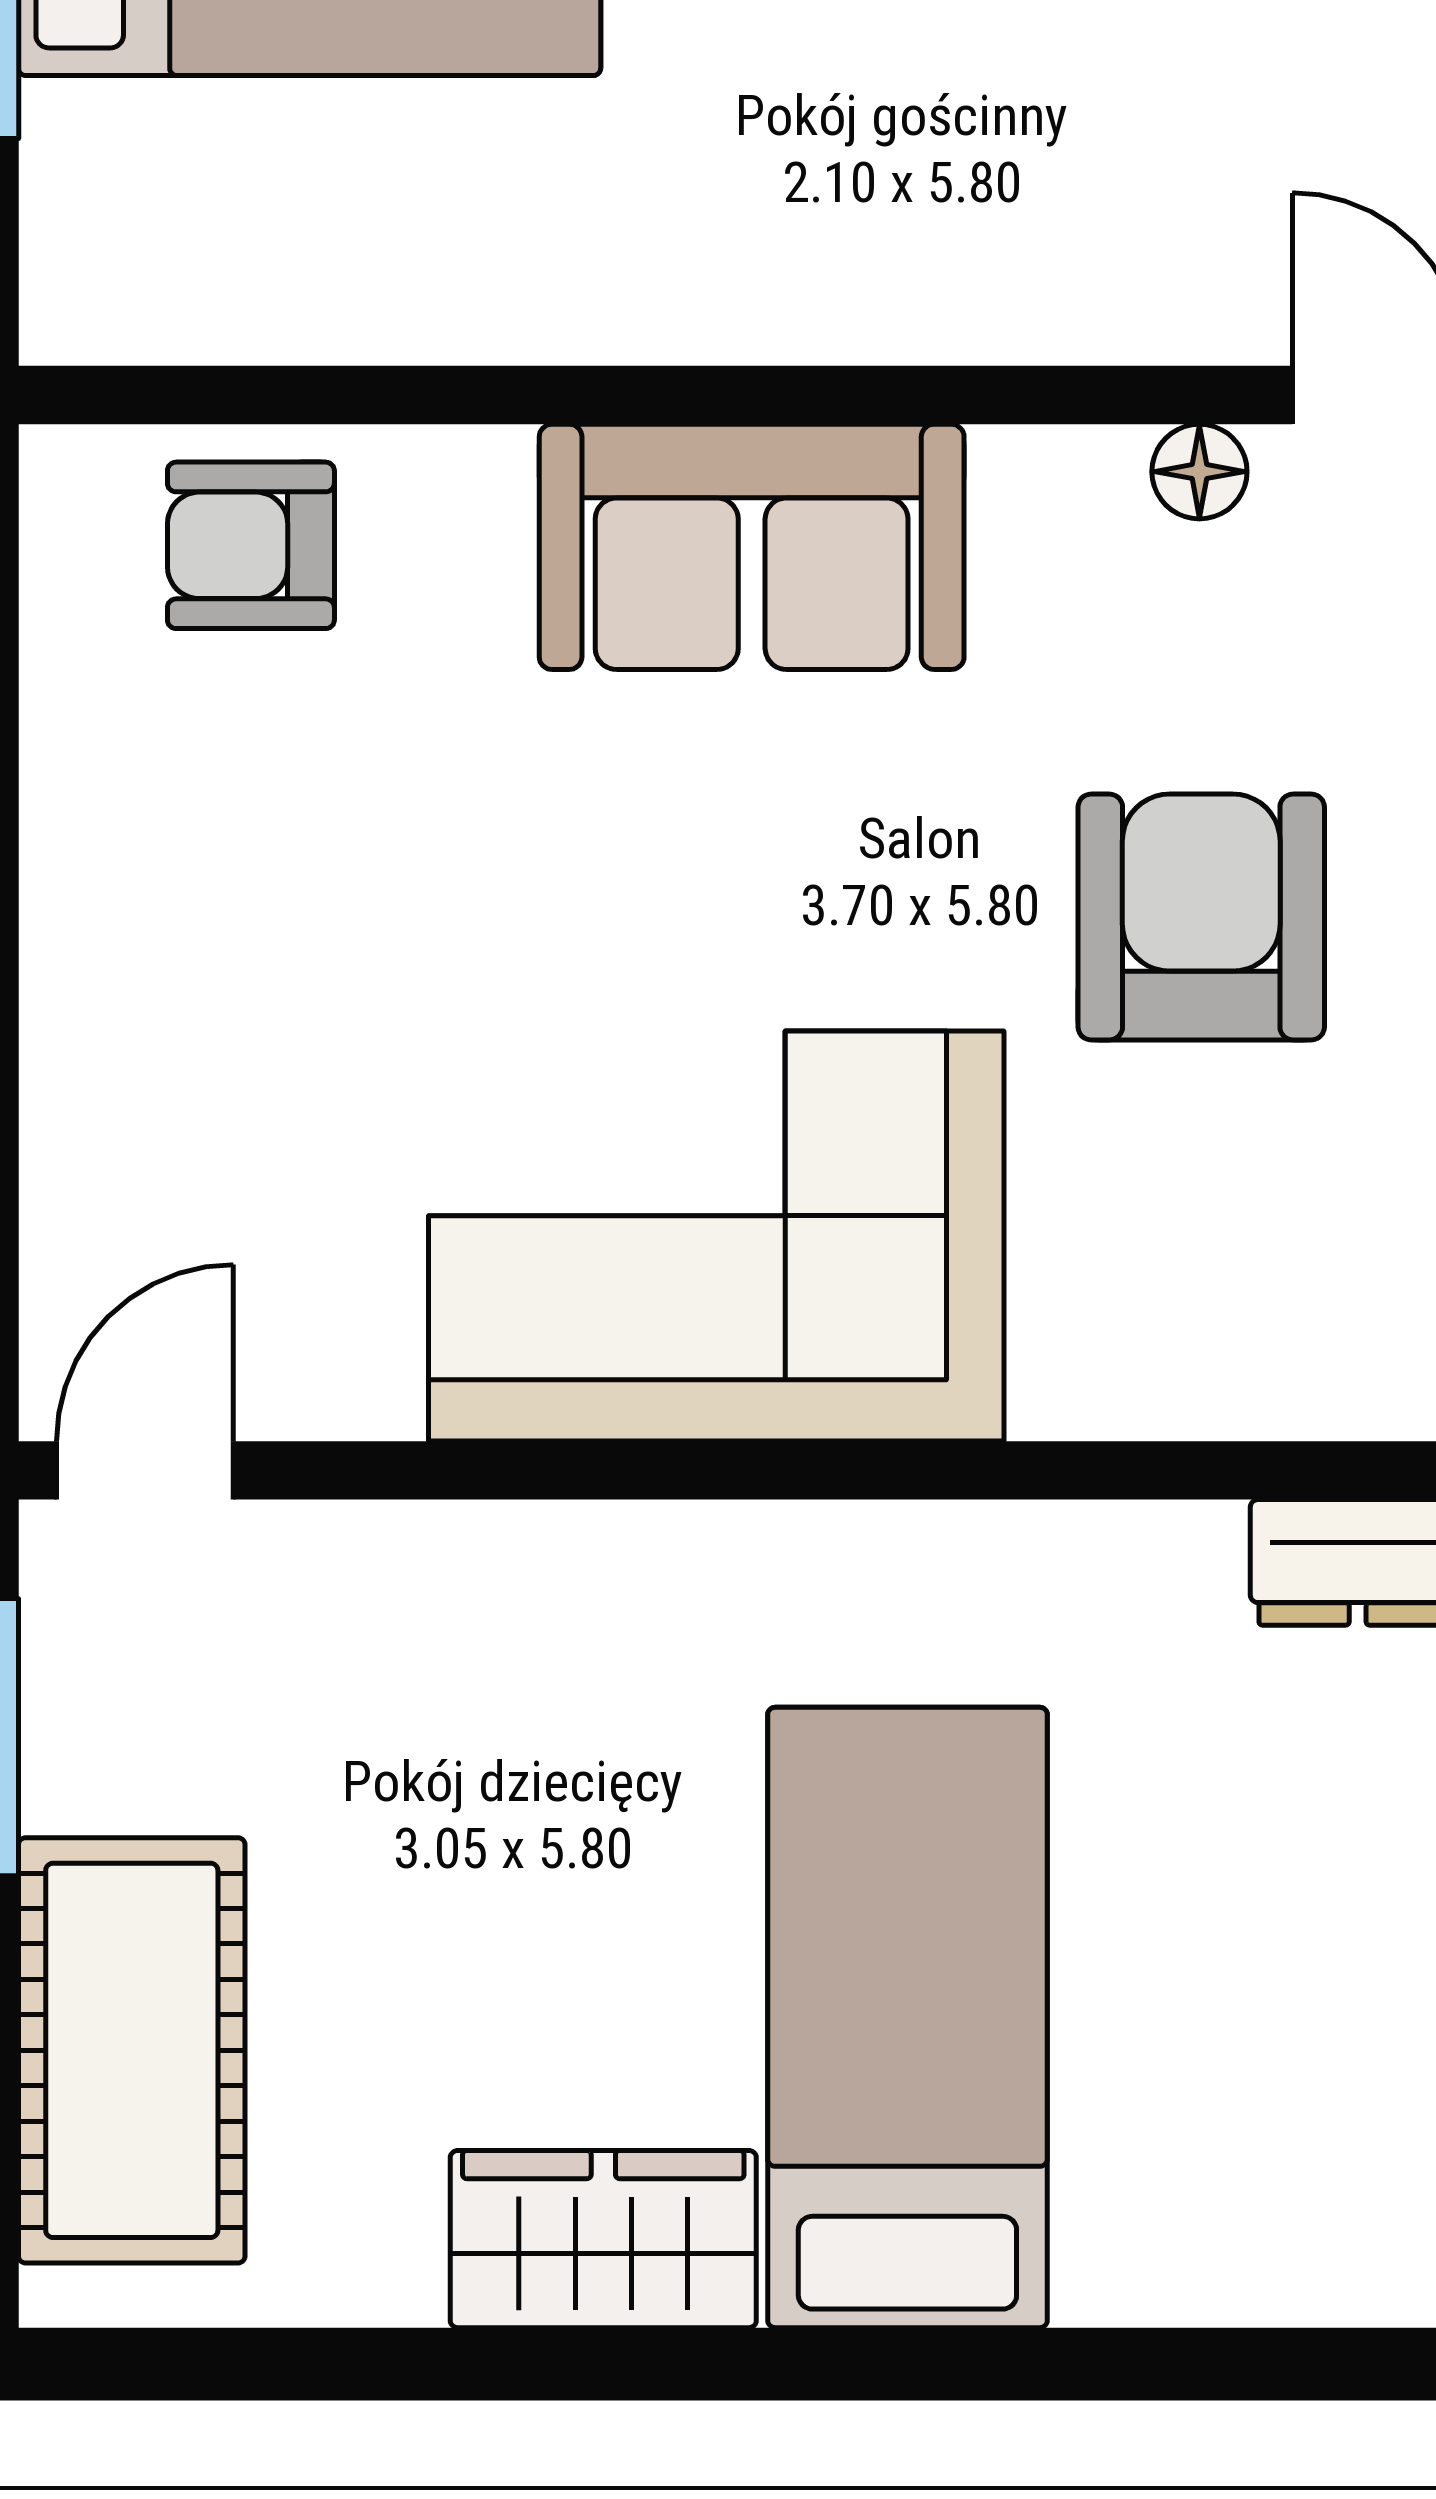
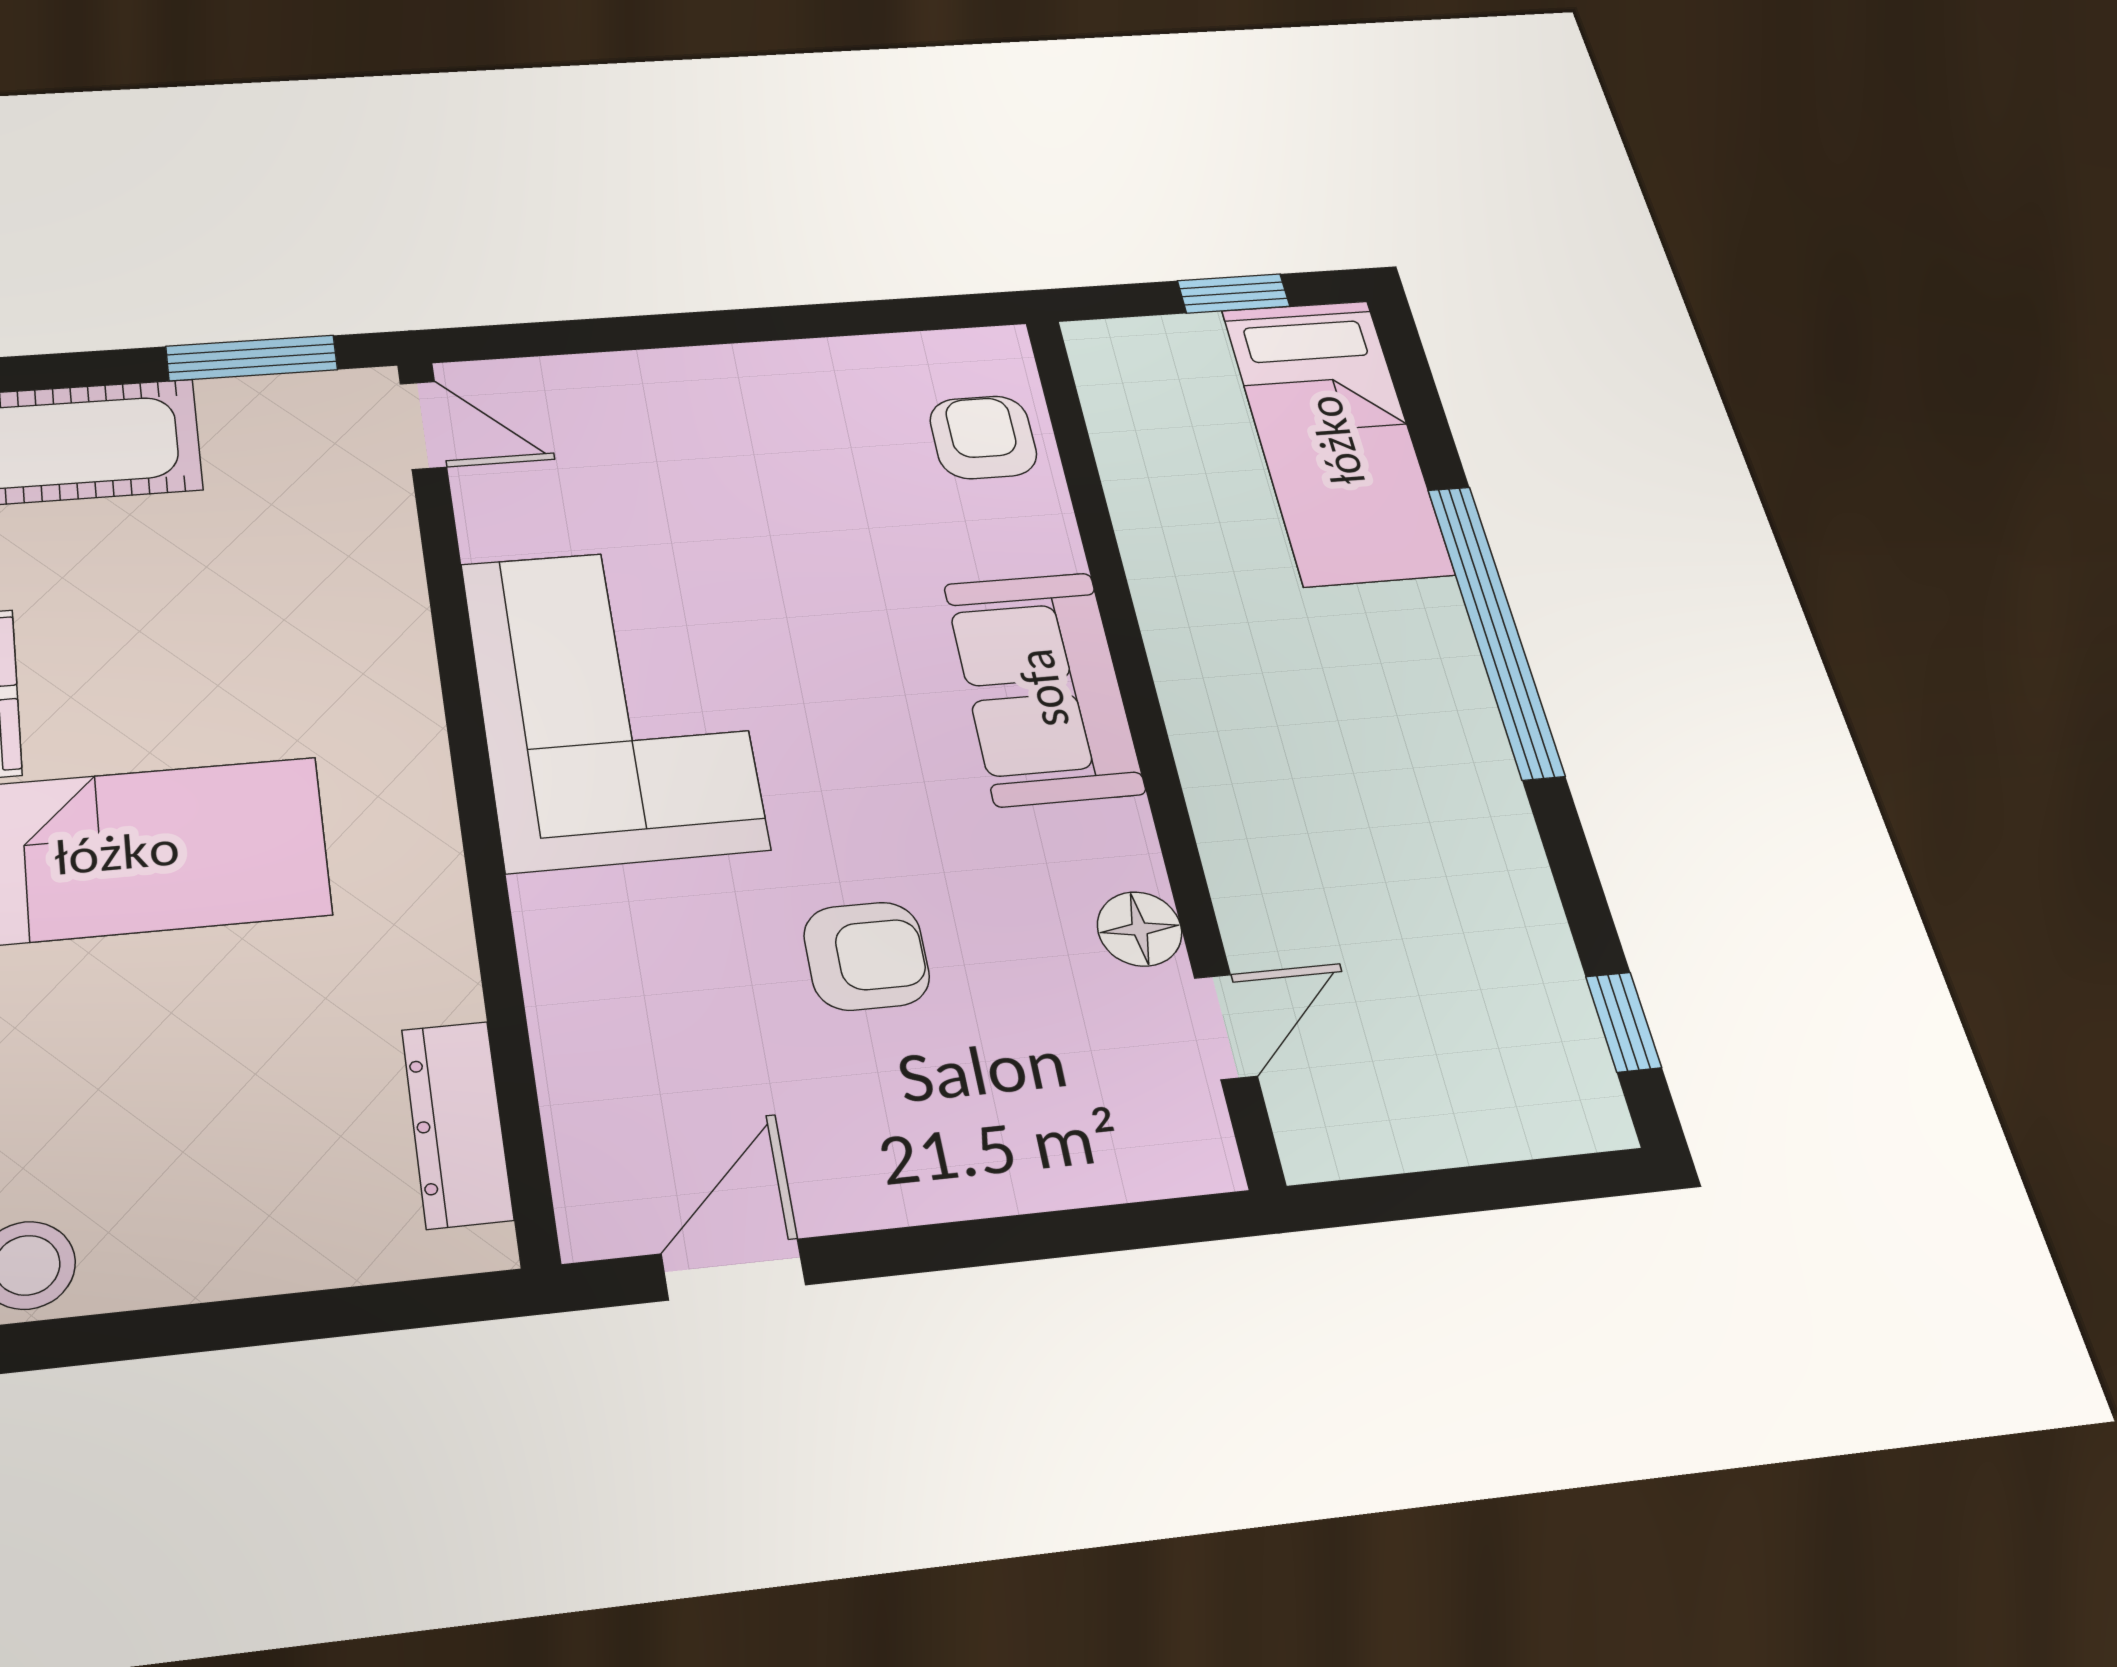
floor lamp: (1199, 472) -> (1140, 929), width x1.37, depth x1.37
armchair: (1201, 917) -> (867, 956), width x0.72, depth x0.72

